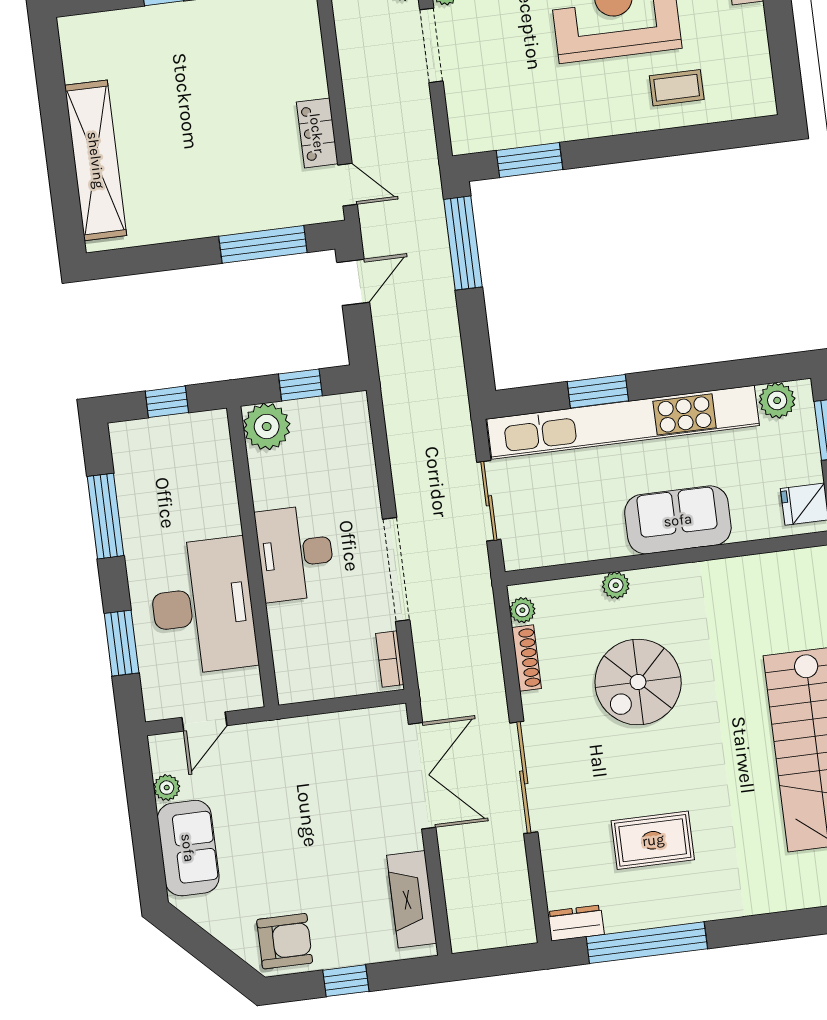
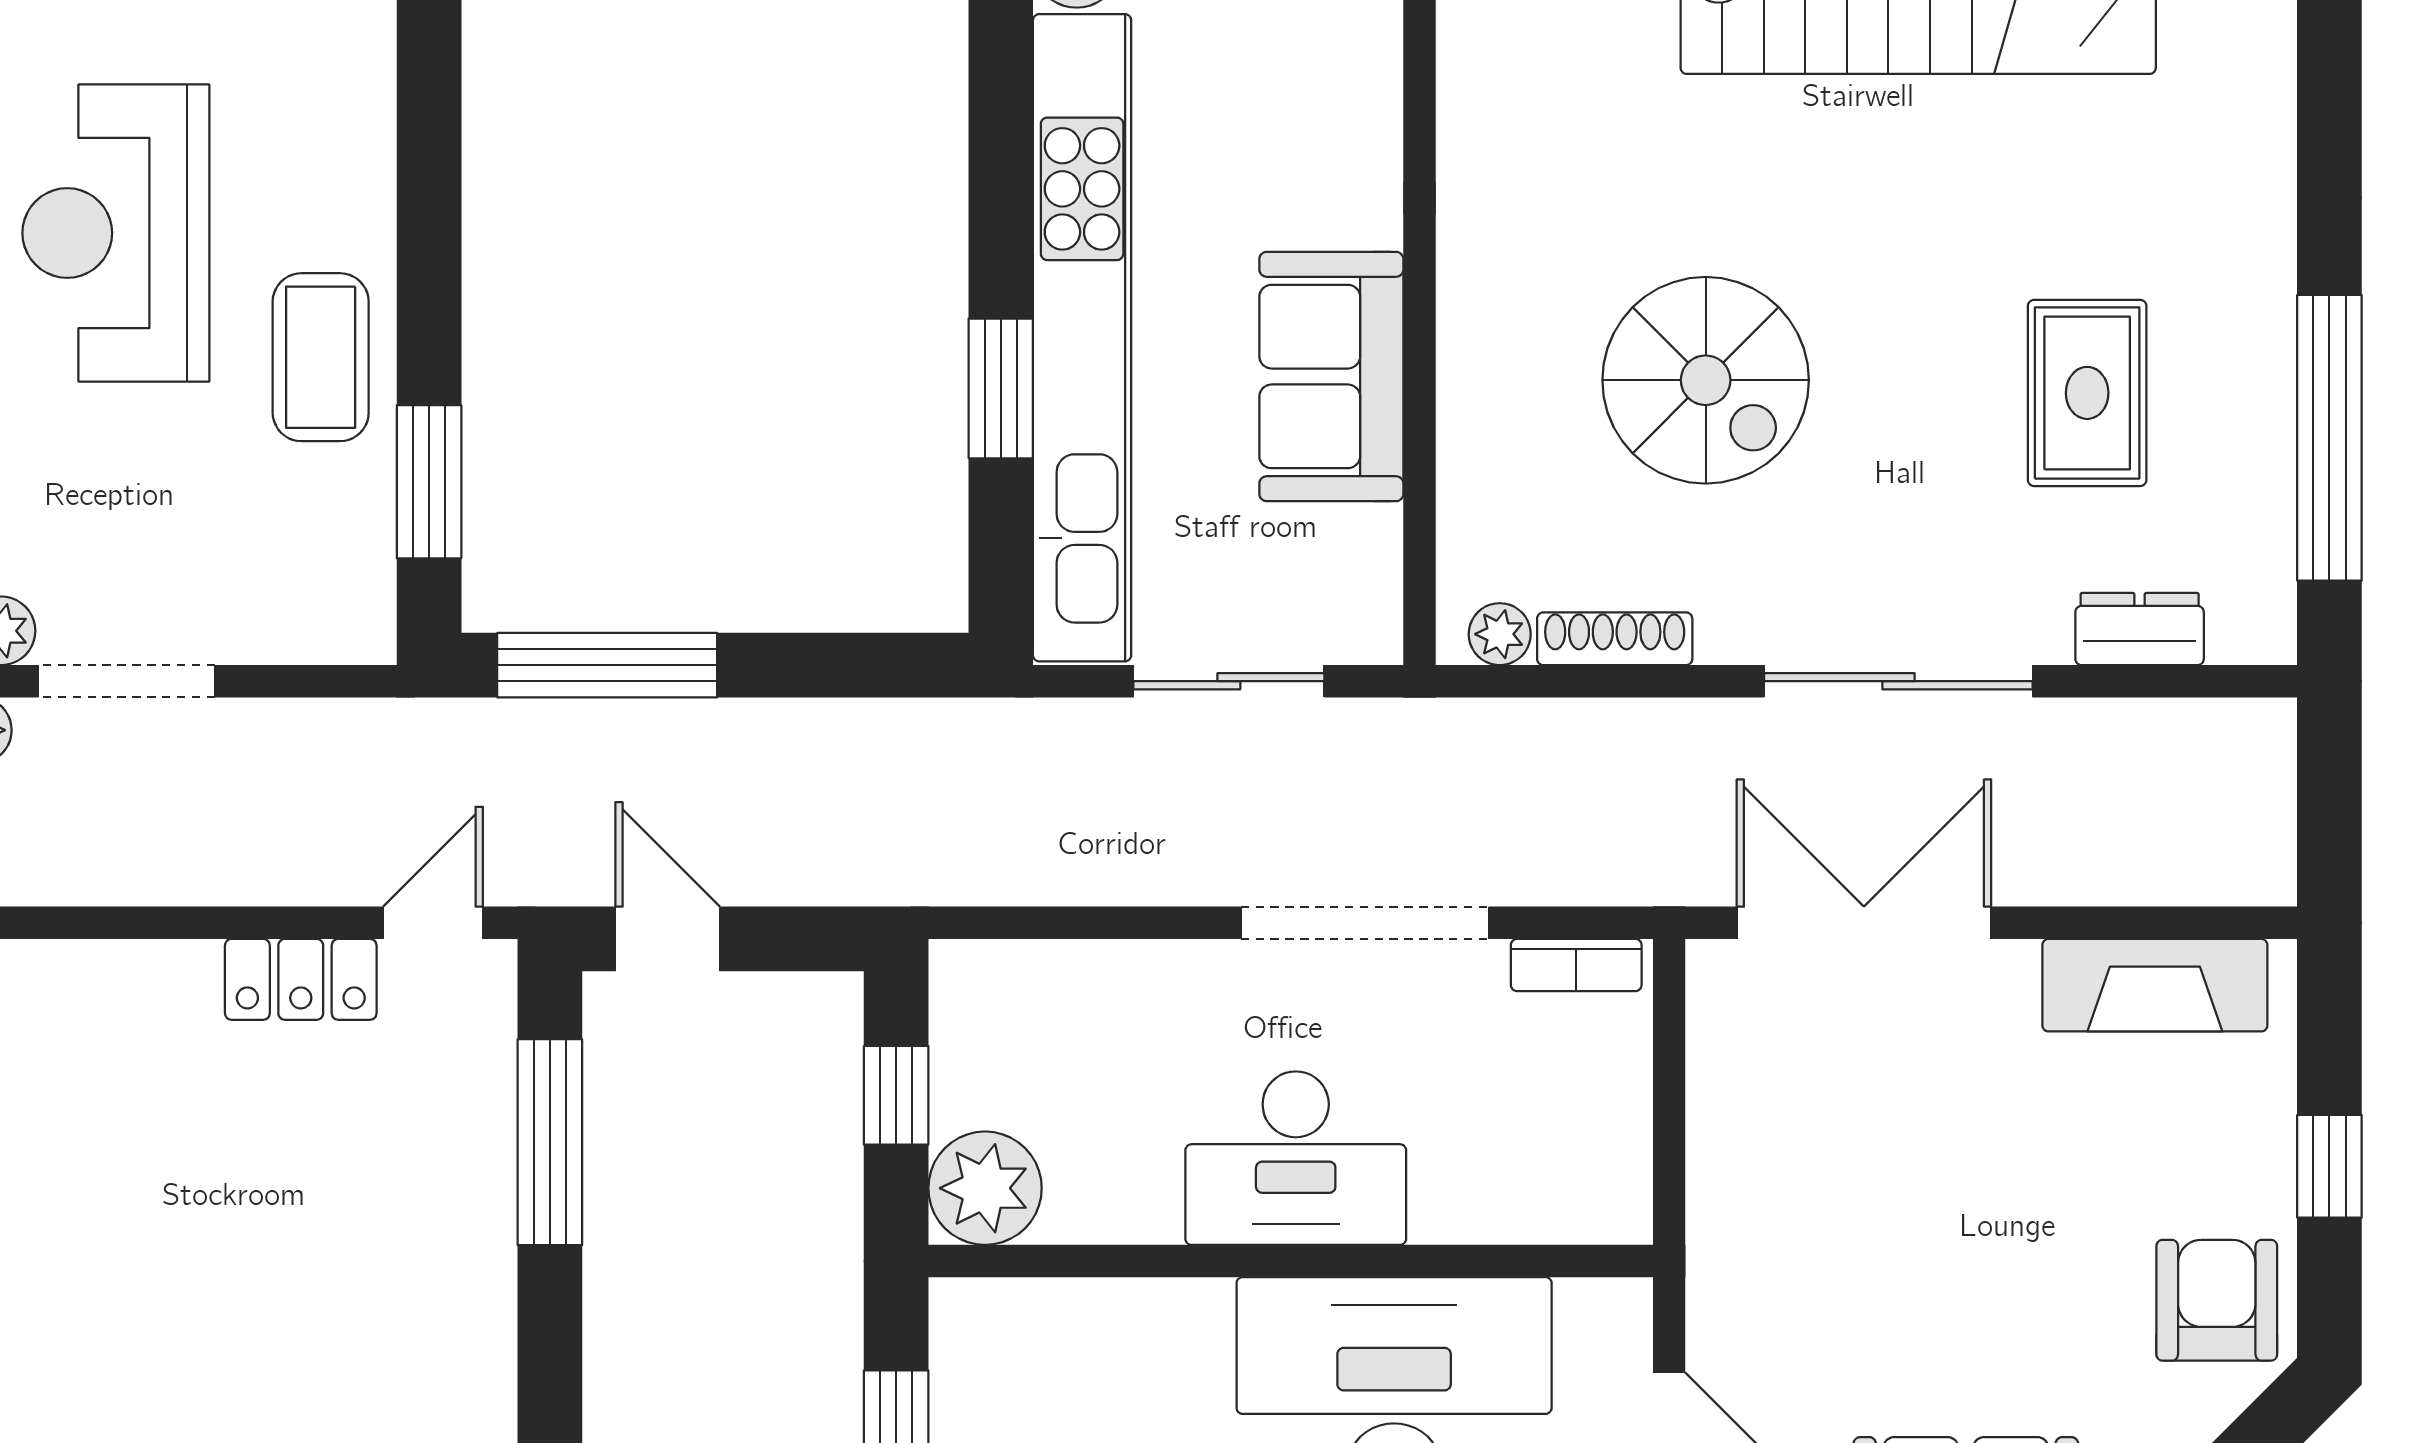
coffee table: (677, 88) -> (321, 357), moved, width x1.36, depth x1.30
sofa: (678, 520) -> (1331, 377), moved
plant: (616, 585) -> (1468, 404), removed
dresser: (576, 923) -> (2140, 629), moved, turned 90

